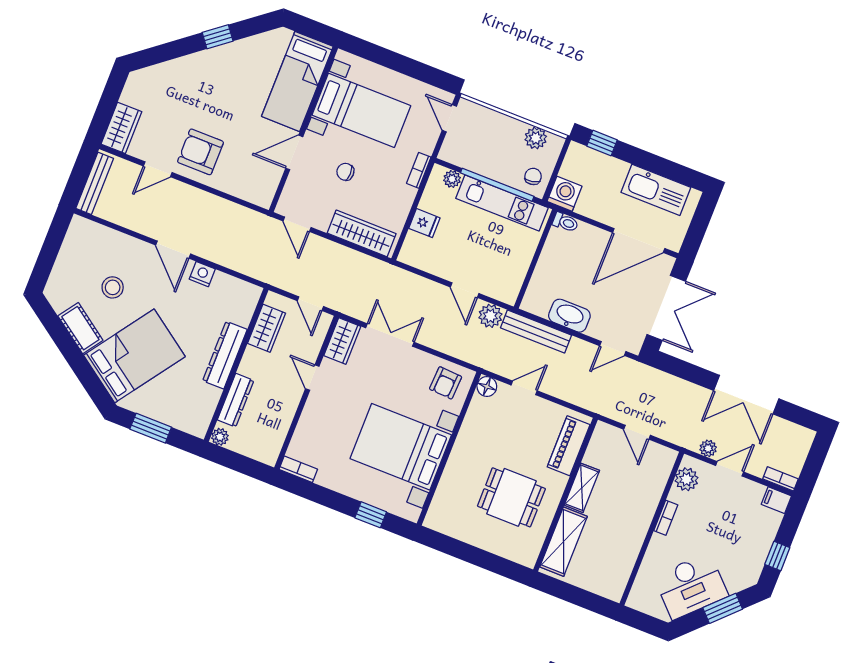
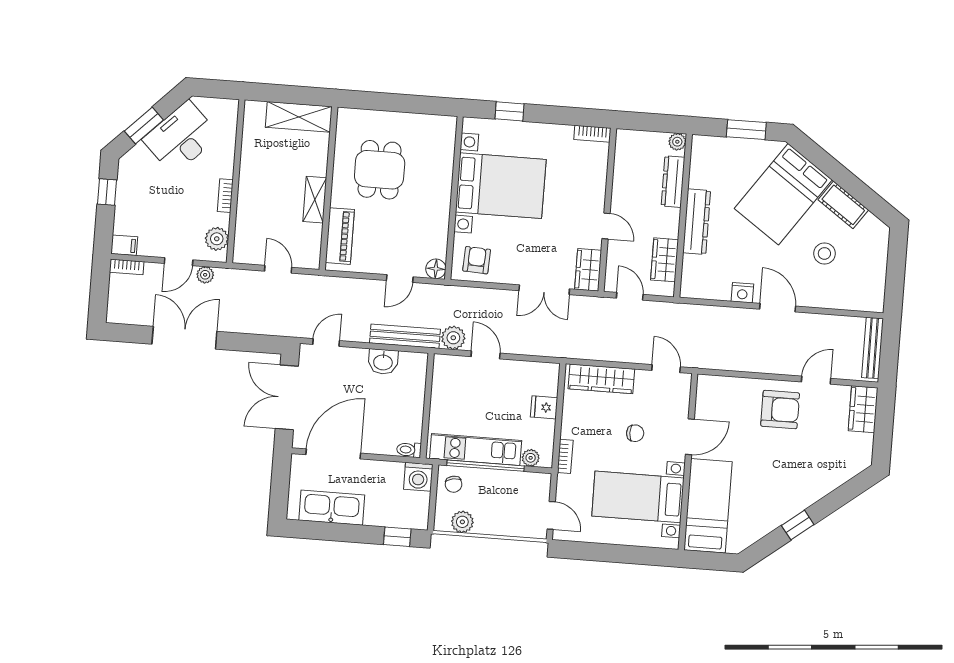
washbasin: (569, 316) -> (383, 362), width x0.72
dining table: (511, 497) -> (380, 170), turned 90
shelving: (564, 542) -> (299, 117), moved, turned 90

